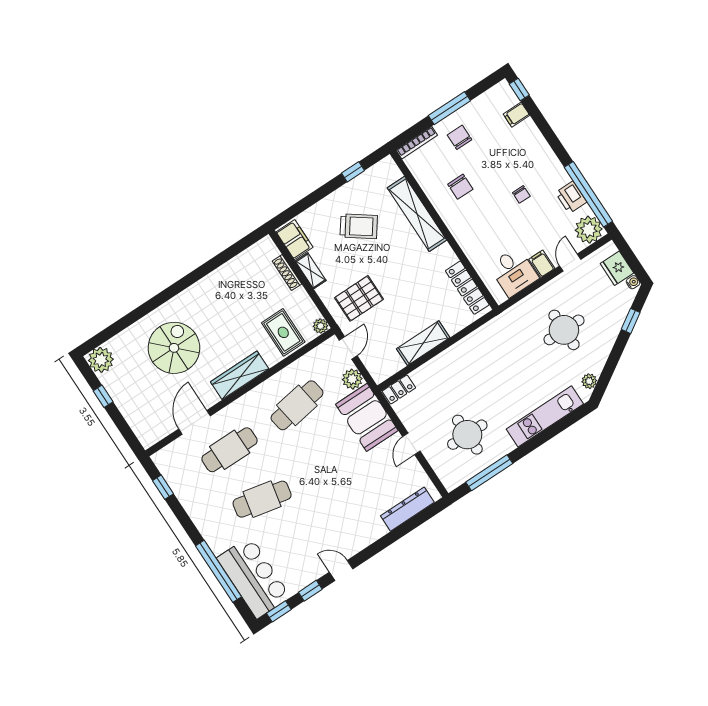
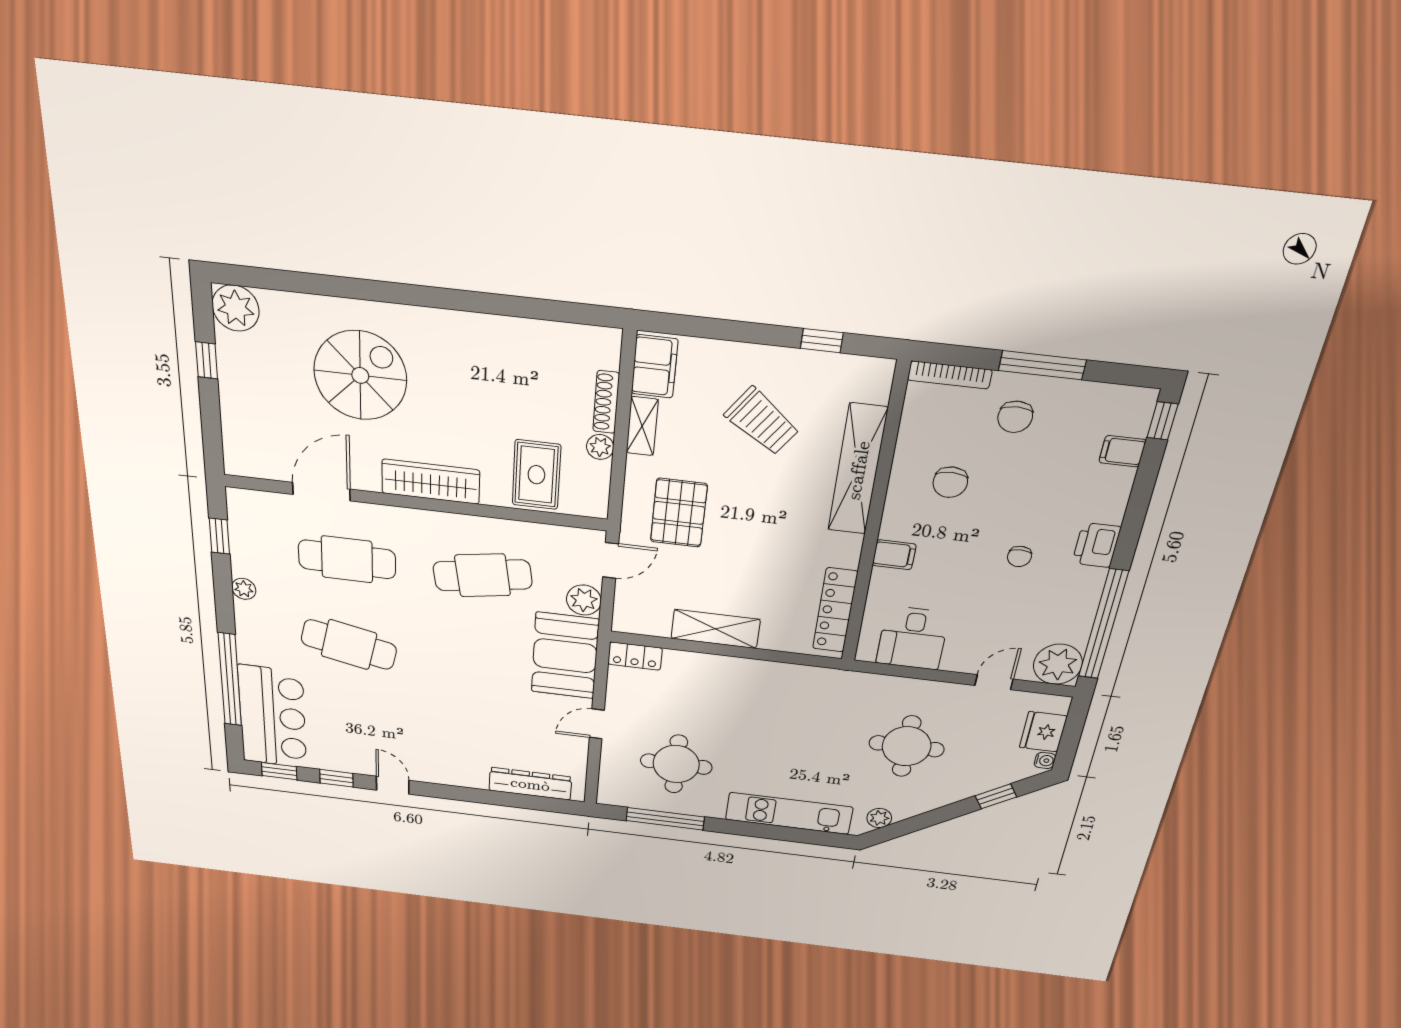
chair: (459, 137) -> (1015, 417), turned 180
printer: (571, 197) -> (1096, 545), moved
filing cabinet: (542, 264) -> (894, 555), moved, turned 90
pallet: (359, 298) -> (679, 513), turned 90
plant: (320, 326) -> (600, 447), moved
plant: (192, 509) -> (244, 589), added

